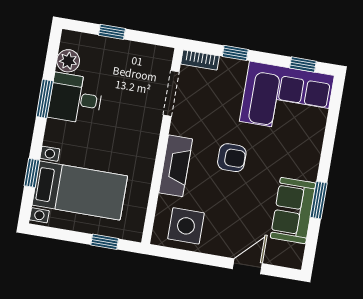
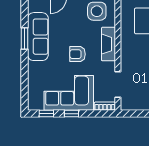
window: (235, 53) -> (71, 114), moved
corner sofa: (287, 98) -> (69, 93), moved
sofa: (293, 211) -> (38, 37), width x1.36

